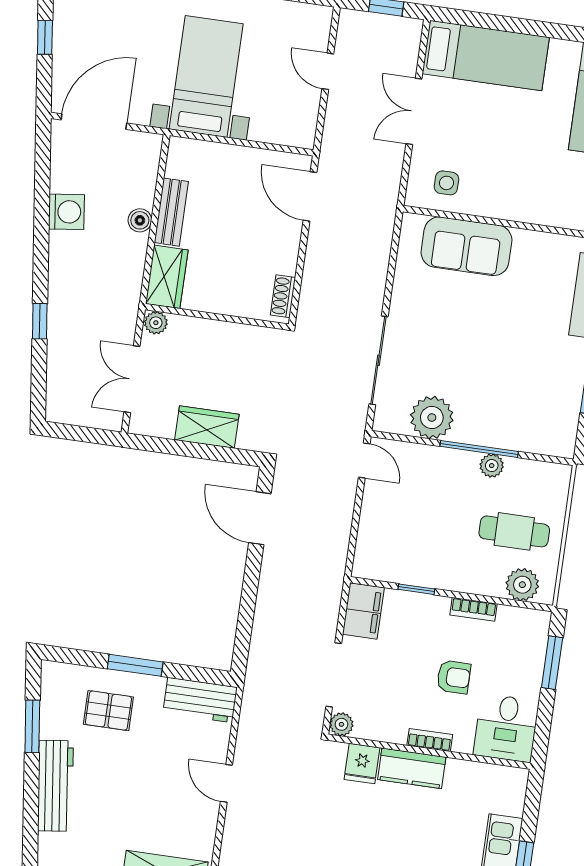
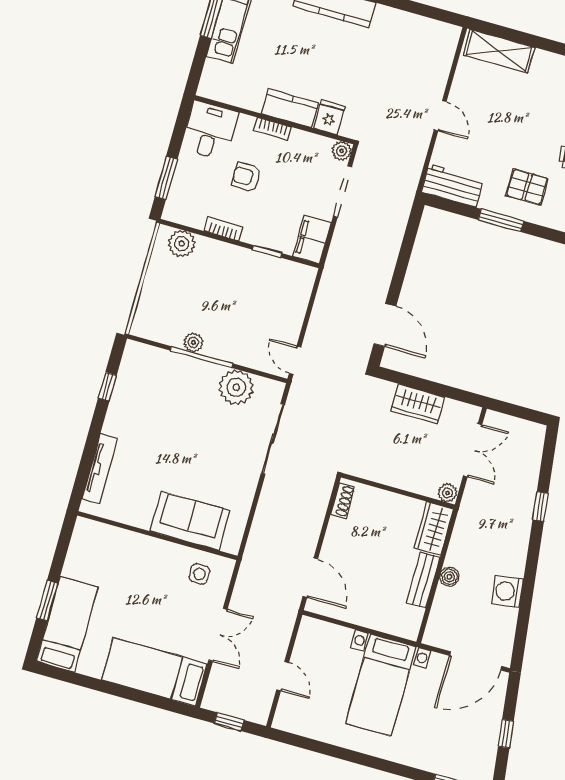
cafe table: (514, 531) -> (182, 287), removed

